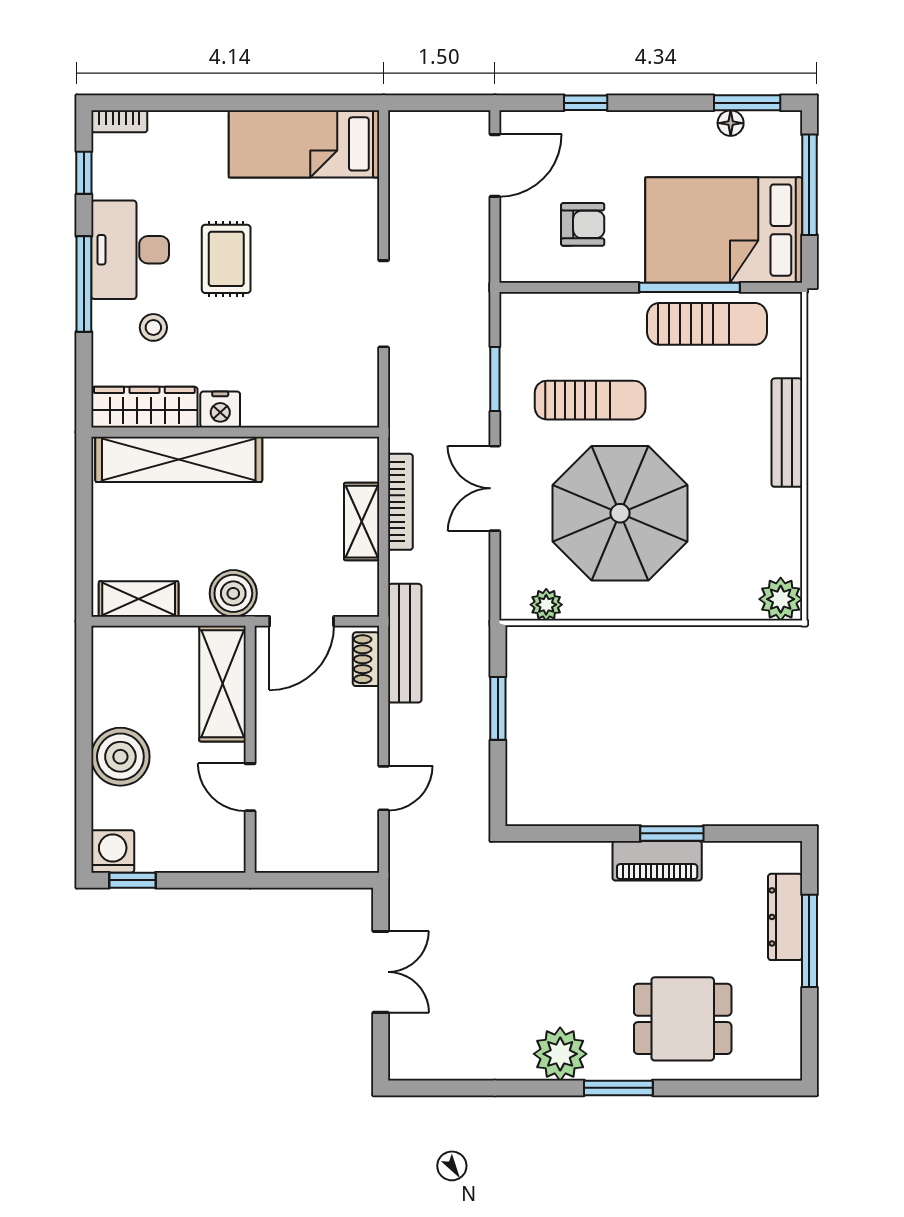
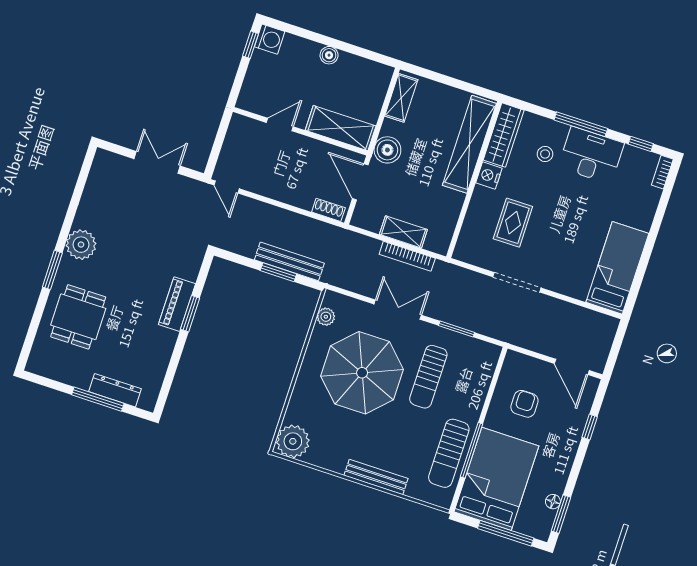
armchair: (583, 224) -> (524, 404), turned 180
rug: (226, 259) -> (513, 223), moved, turned 90
plant: (781, 599) -> (293, 441), width x1.36, depth x1.36
bench: (405, 643) -> (289, 261), moved
boiler: (120, 757) -> (329, 55), width x0.54, depth x0.54
door: (384, 788) -> (227, 187), moved
window: (672, 833) -> (190, 314), moved
piano: (657, 861) -> (177, 304), moved
double door: (381, 972) -> (157, 162), swing flipped

